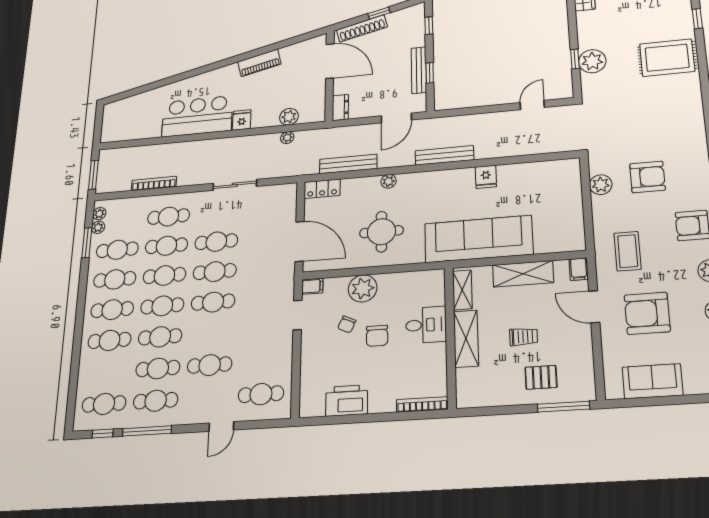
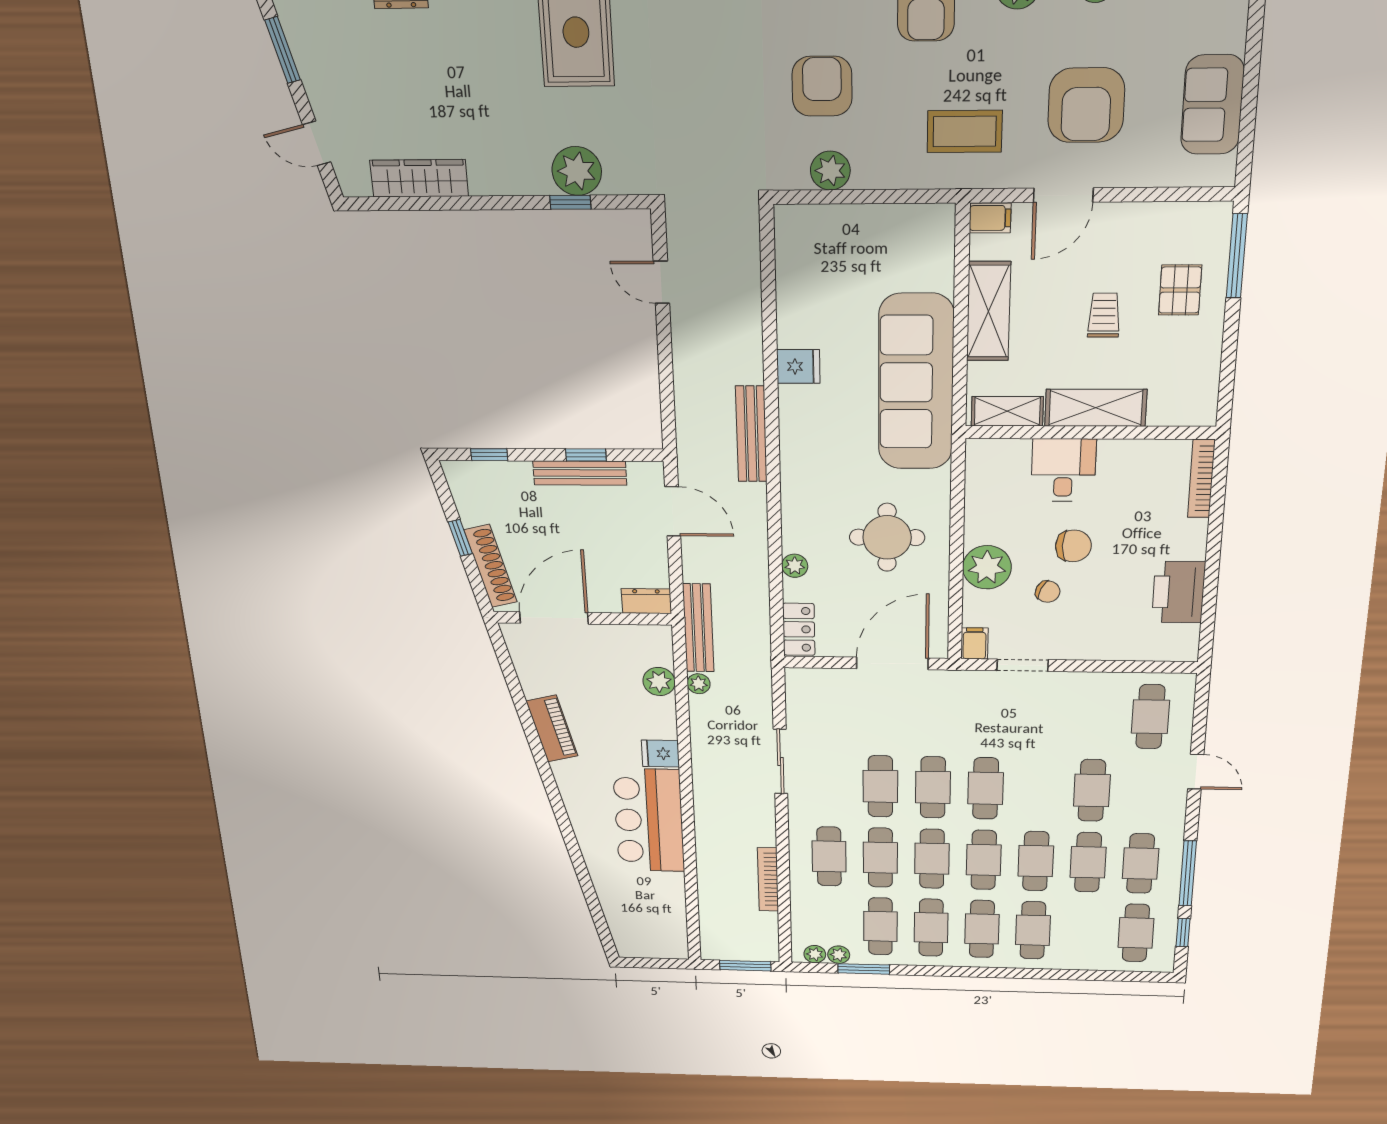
bench: (348, 164) -> (698, 628), moved
plant: (389, 181) -> (795, 566), moved

